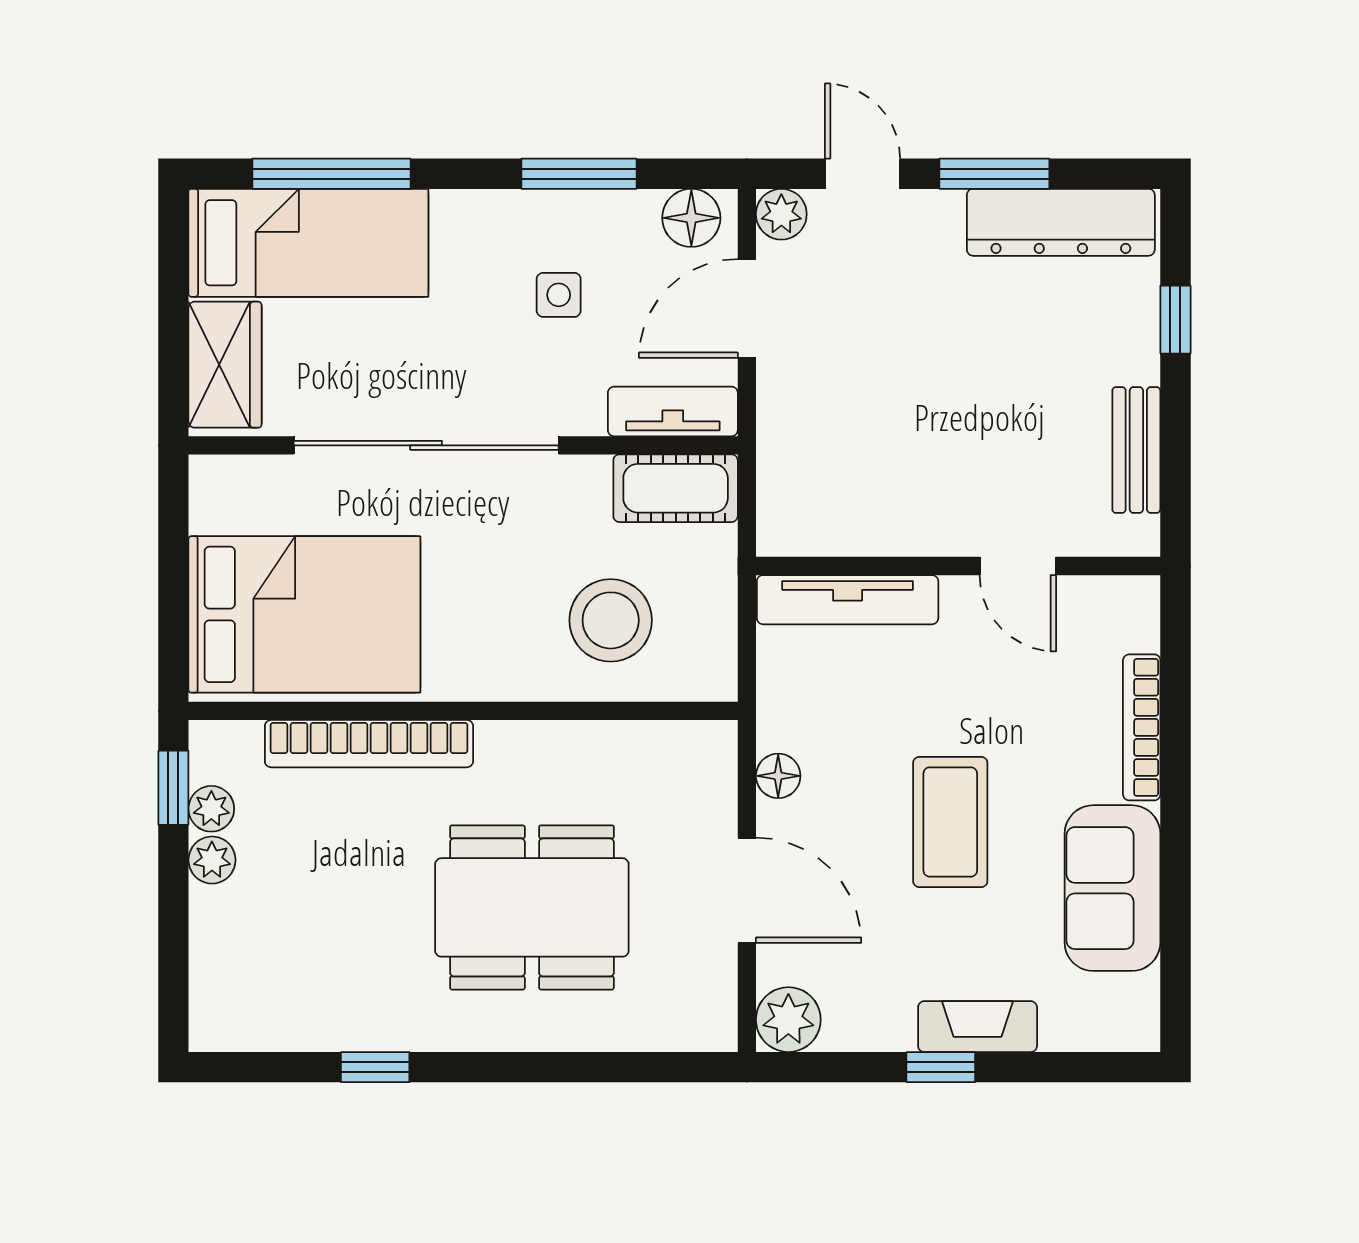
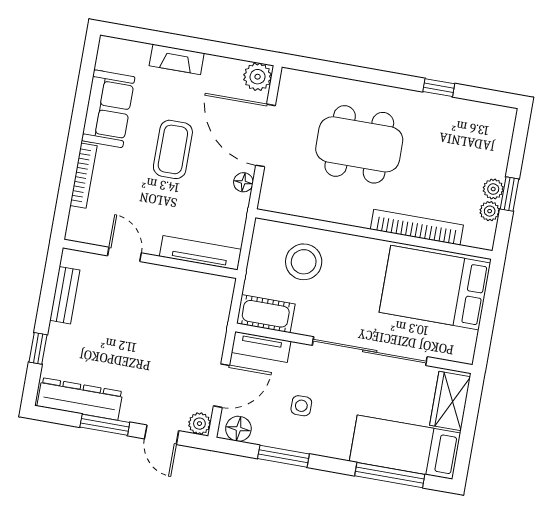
window: (173, 788) -> (509, 194), moved
door: (747, 890) -> (266, 135), width x1.36
window: (941, 1067) -> (196, 45), removed

